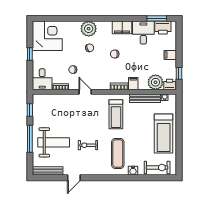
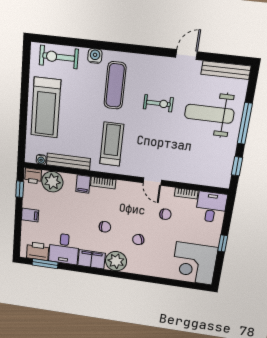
plant: (89, 29) -> (116, 261), moved
treadmill: (164, 134) -> (46, 108), turned 180

